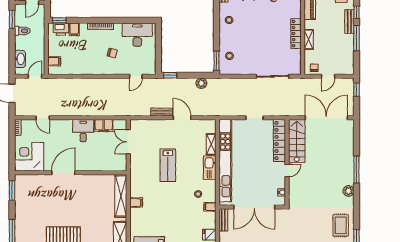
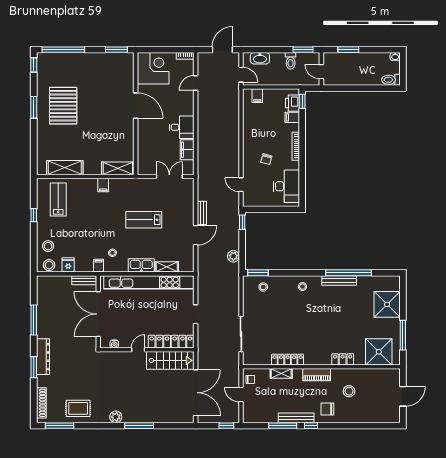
bench: (349, 21) -> (296, 418), width x1.36
door: (287, 171) -> (138, 350), swing flipped
shelving: (121, 196) -> (118, 168), width x0.68

